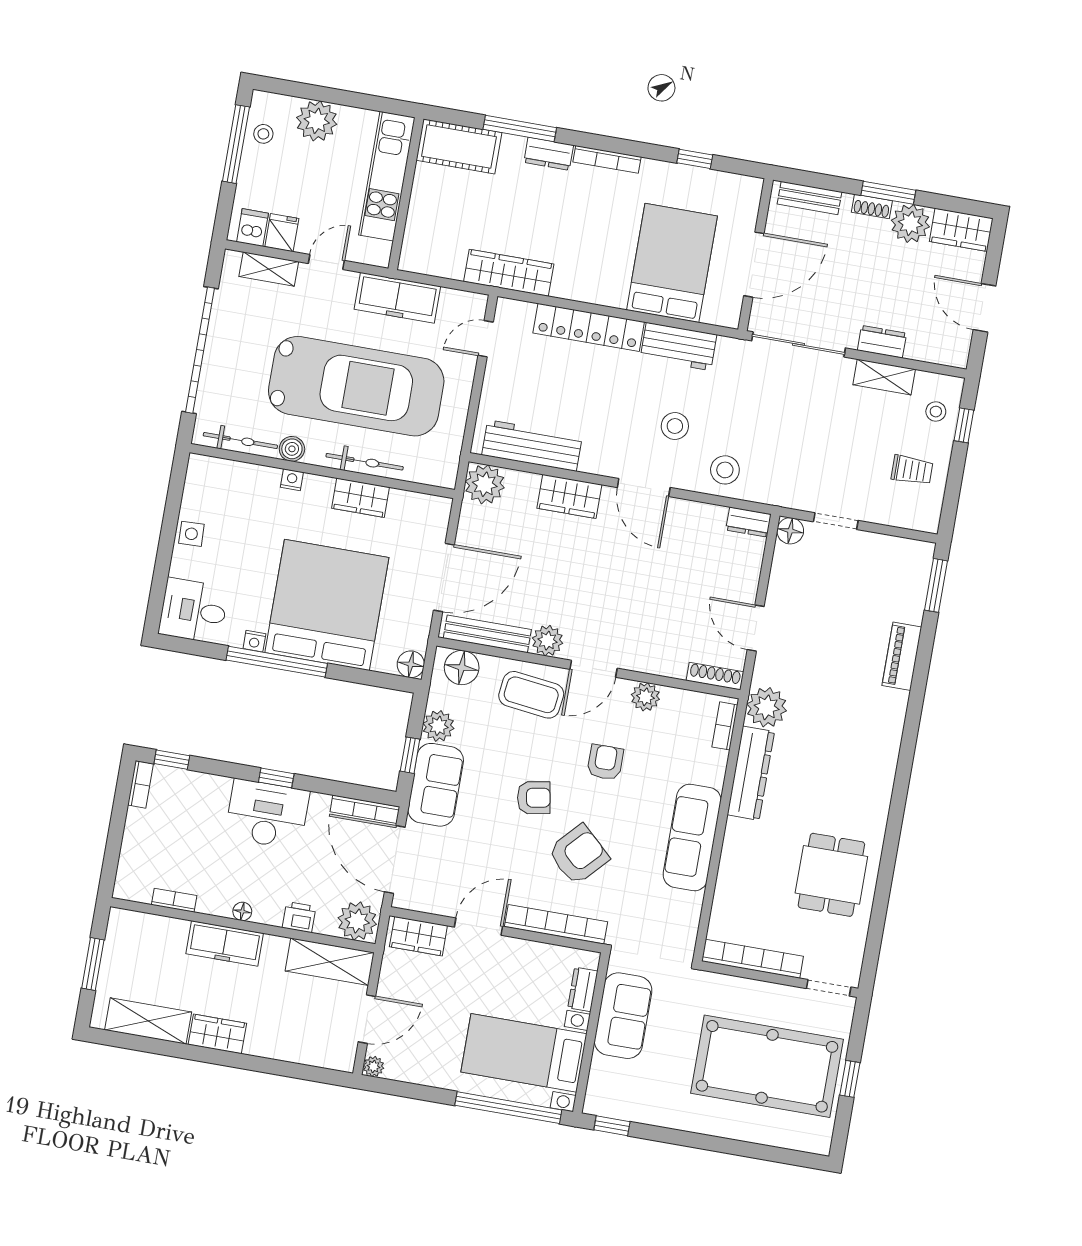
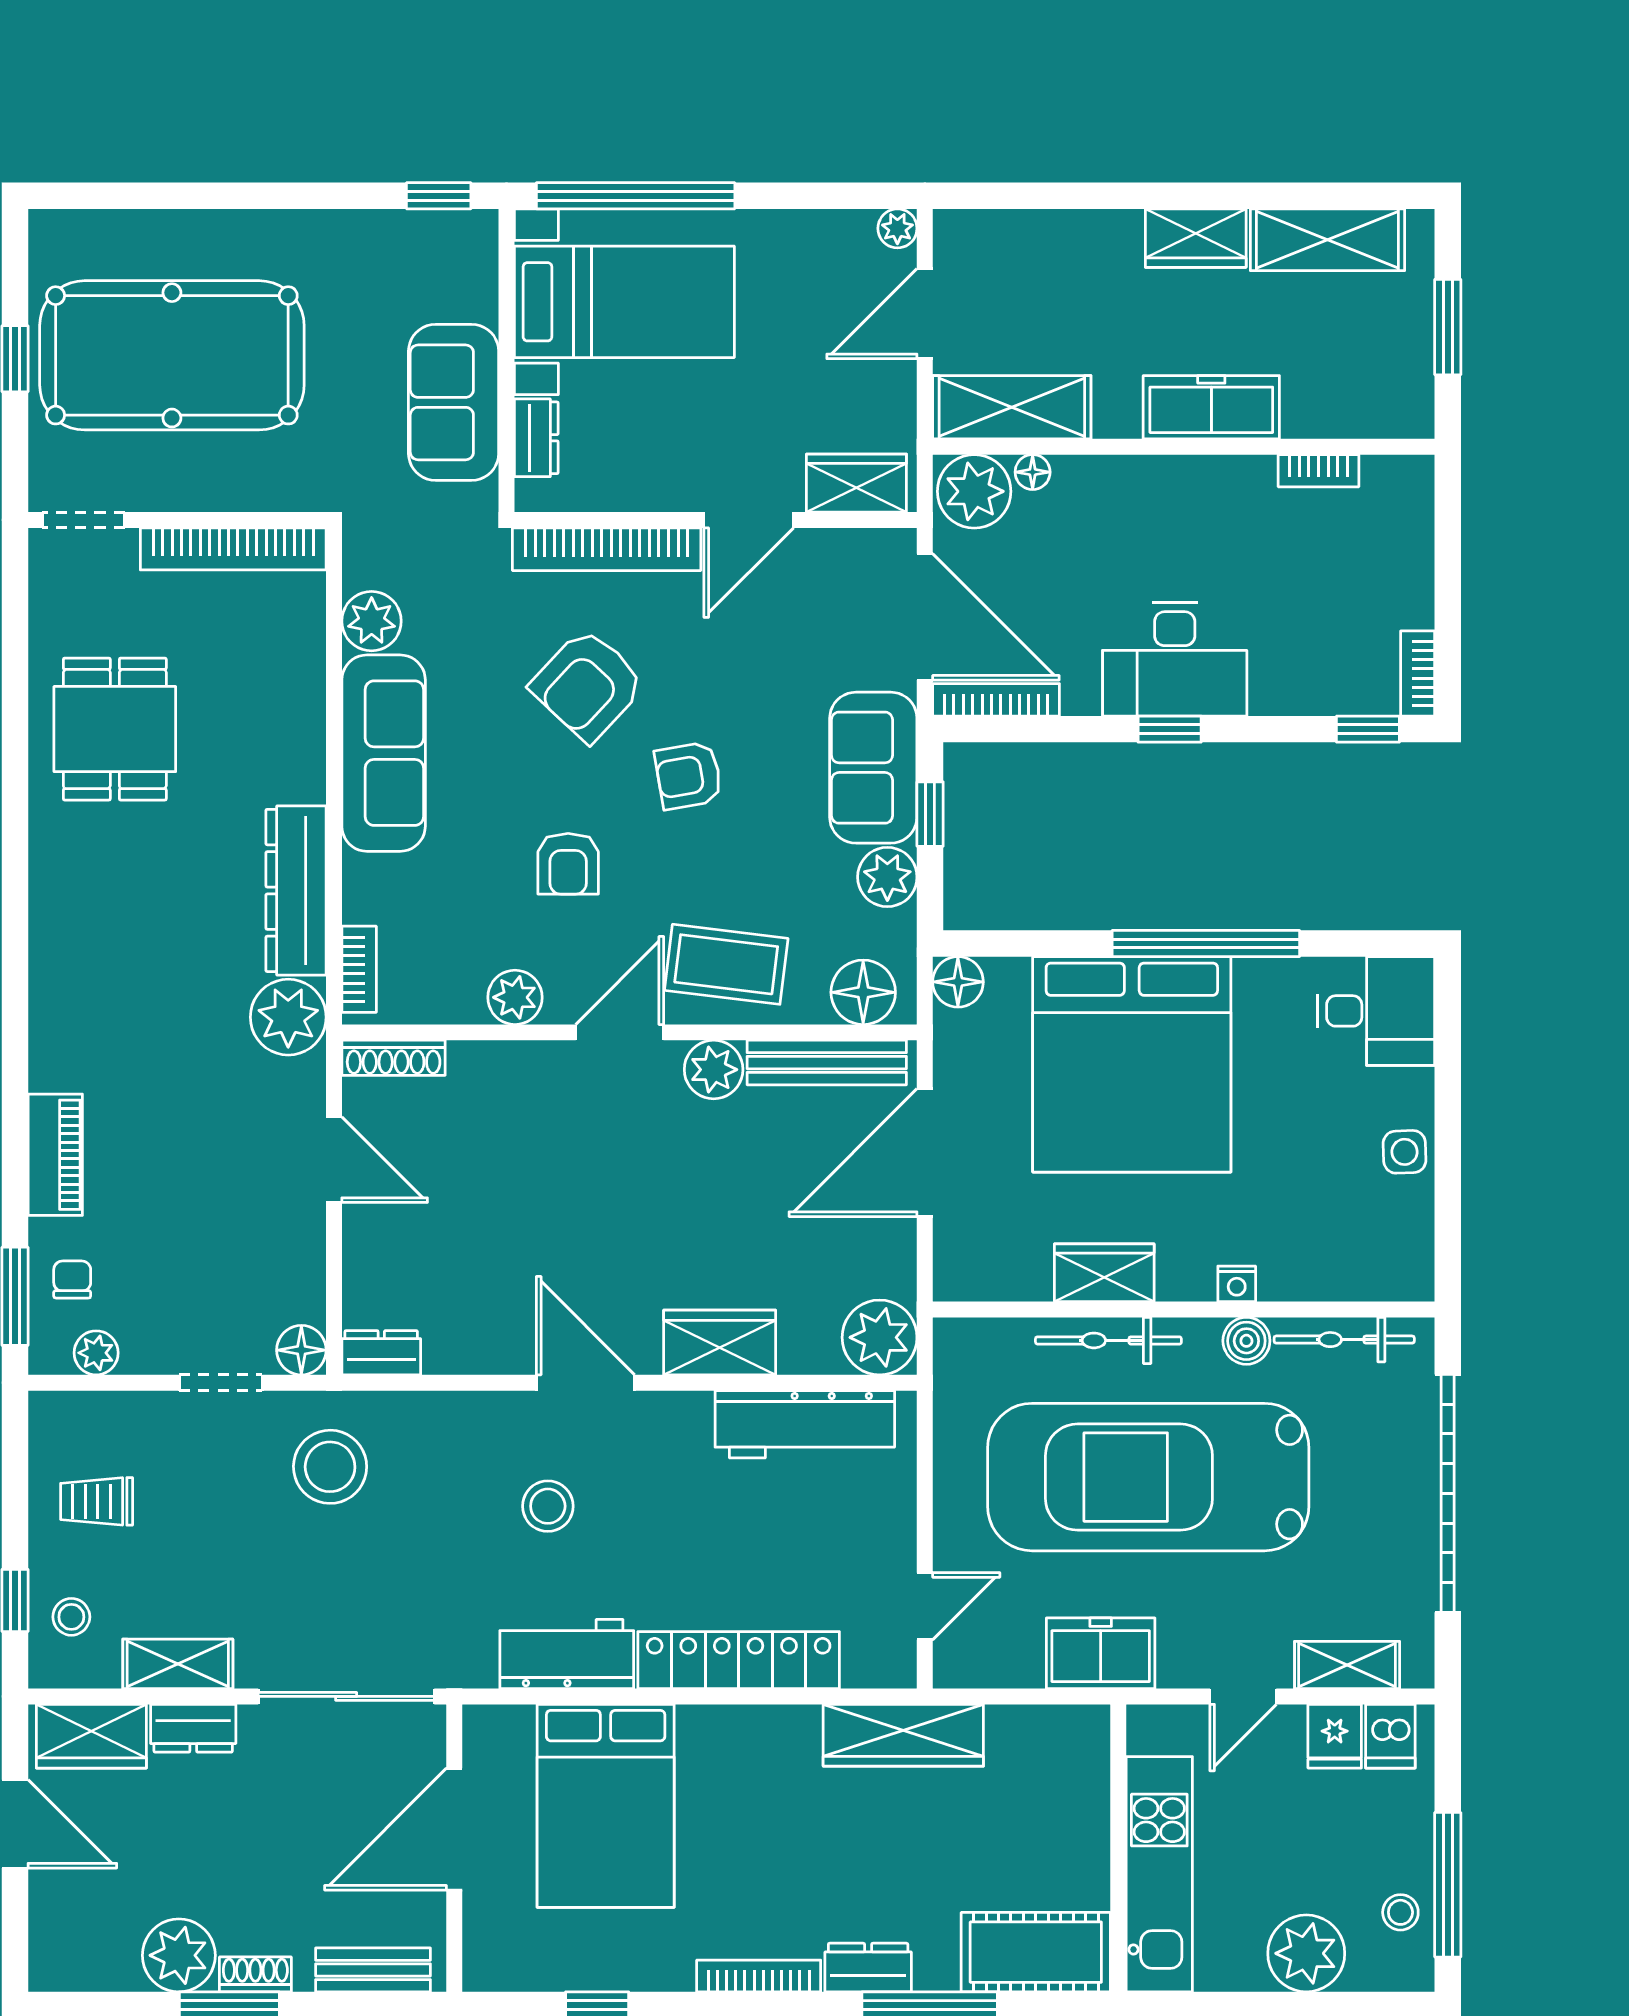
wardrobe: (961, 230) -> (91, 1736), moved, turned 180
freezer: (397, 298) -> (1101, 1653), width x0.71
stool: (725, 470) -> (330, 1467), moved, width x1.38, depth x1.38
plant: (899, 548) -> (96, 1353), added
chair: (904, 589) -> (72, 1279), added
nightstand: (254, 641) -> (1254, 974), removed
plant: (686, 908) -> (372, 621), added
floor lamp: (242, 911) -> (1033, 472), moved
printer: (299, 917) -> (1083, 480), removed

